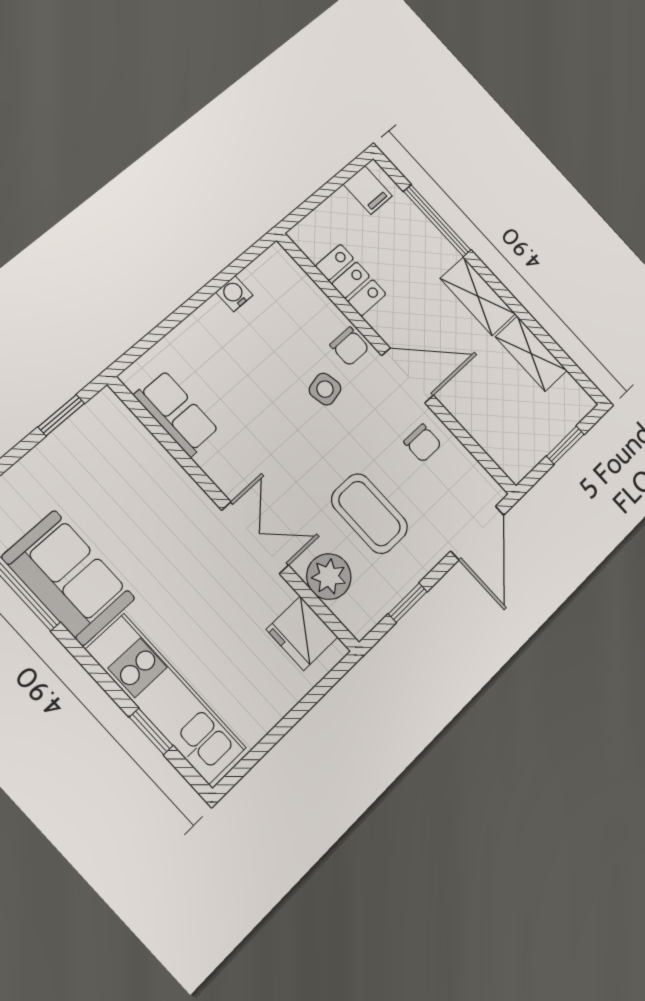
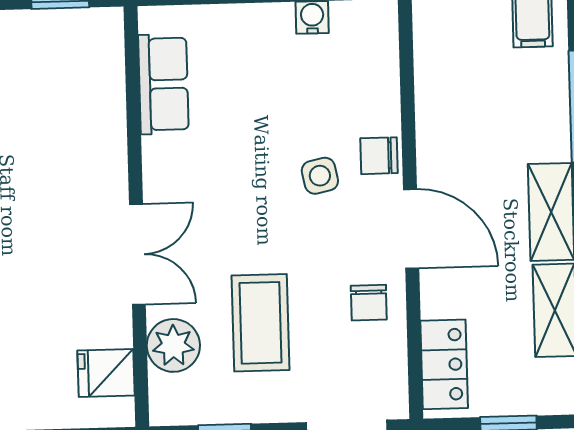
locker: (351, 280) -> (444, 364), moved
chair: (350, 346) -> (379, 156), turned 90
fridge: (302, 633) -> (106, 373), width x0.72

